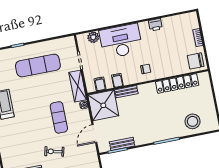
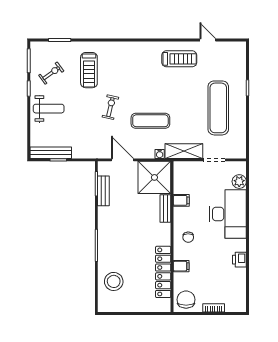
filing cabinet: (100, 84) -> (181, 266), moved

